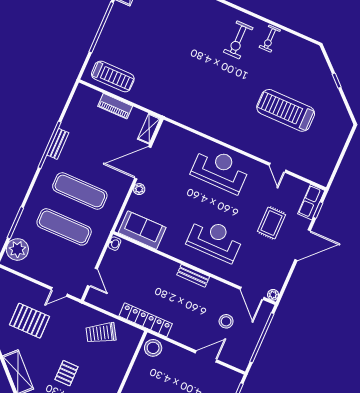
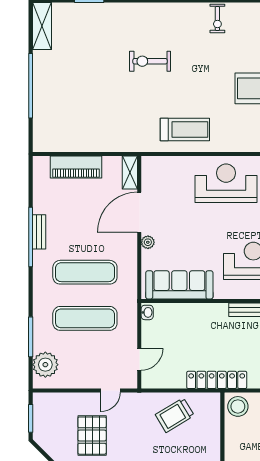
exercise bike: (238, 40) -> (150, 61), moved, turned 90
treadmill: (113, 76) -> (185, 130), moved
piano: (115, 106) -> (76, 167), width x1.37, depth x1.33
sofa: (142, 230) -> (179, 285), width x1.36
door: (92, 277) -> (139, 359), hinge flipped
pallet: (30, 321) -> (92, 436), turned 90

